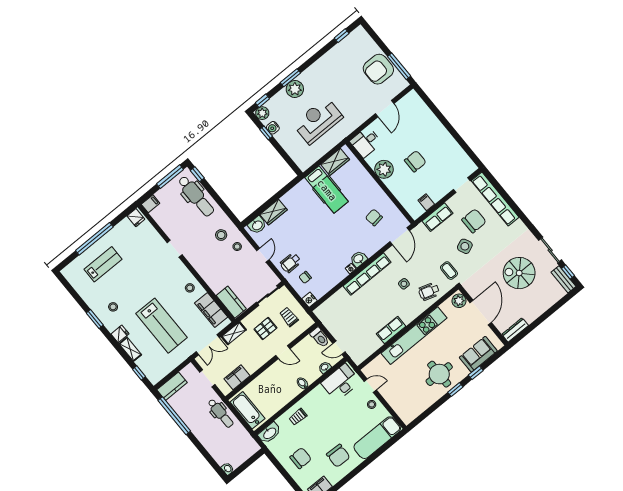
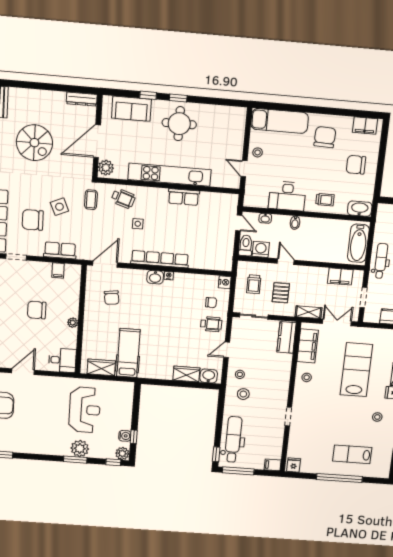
reception desk: (318, 121) -> (85, 410), turned -90
plant: (384, 169) -> (73, 323), width x0.53, depth x0.53
pallet: (265, 328) -> (281, 293), turned 90
washing machine: (307, 344) -> (261, 249), added
desk: (341, 382) -> (287, 196), moved

